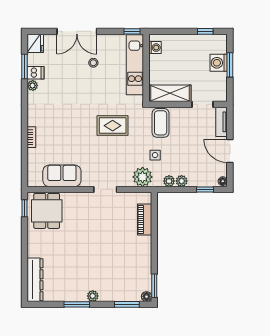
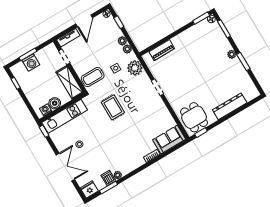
boiler: (156, 62) -> (55, 103), added
sofa: (62, 176) -> (169, 140), moved, turned 90
dining table: (47, 211) -> (194, 117), turned 90
dresser: (35, 280) -> (230, 106), moved

